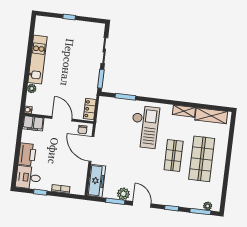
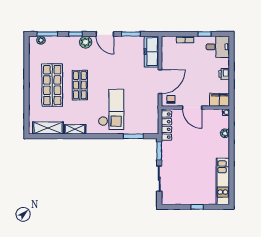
kitchen unit: (37, 60) -> (223, 181), moved
locker: (90, 109) -> (166, 126), width x1.53
checkout: (145, 127) -> (111, 109), turned 180
door: (91, 149) -> (160, 82), hinge flipped
printer: (27, 154) -> (224, 74), width x0.53, depth x0.68
plant: (123, 194) -> (86, 42), moved

